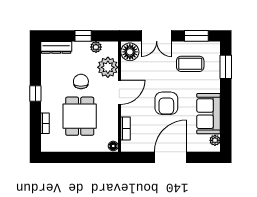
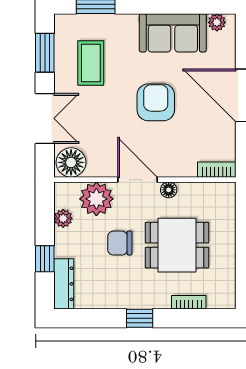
window: (83, 36) -> (45, 259), moved
armchair: (166, 103) -> (156, 102), turned -90
bookcase: (126, 129) -> (217, 170), moved
floor lamp: (113, 146) -> (169, 190), moved

